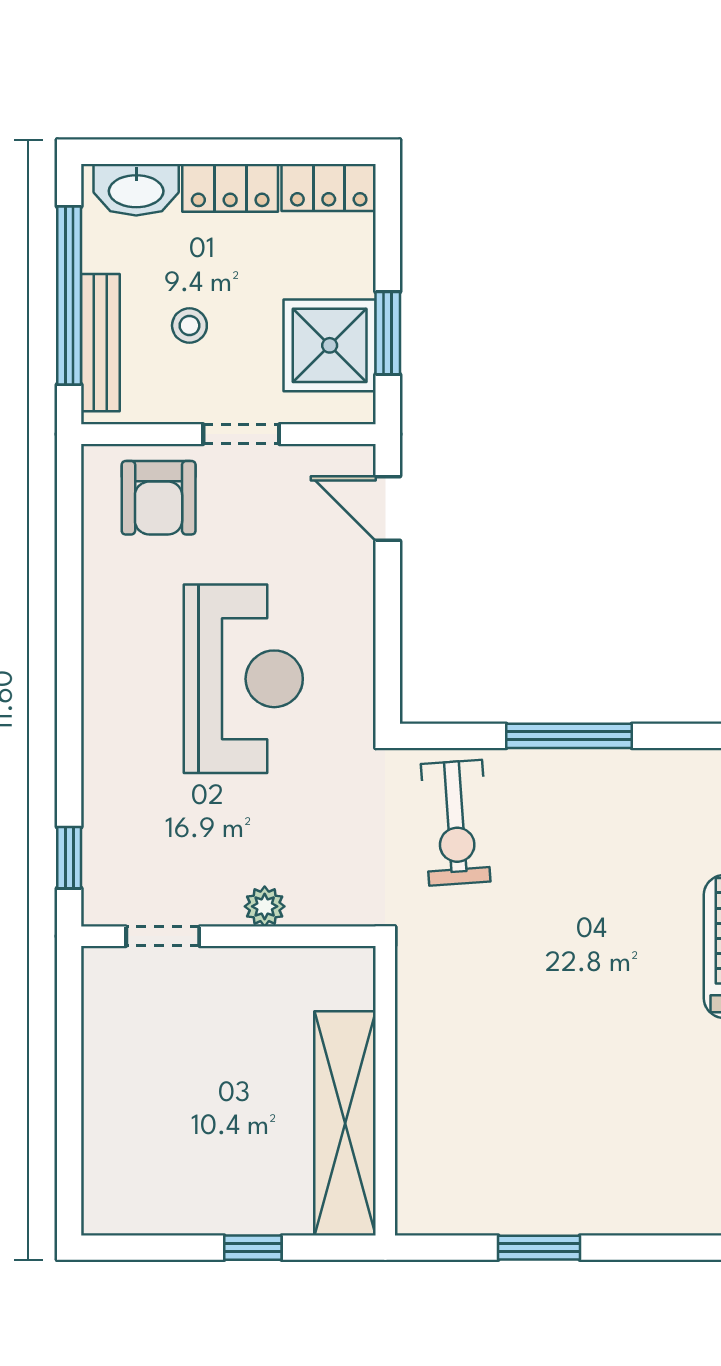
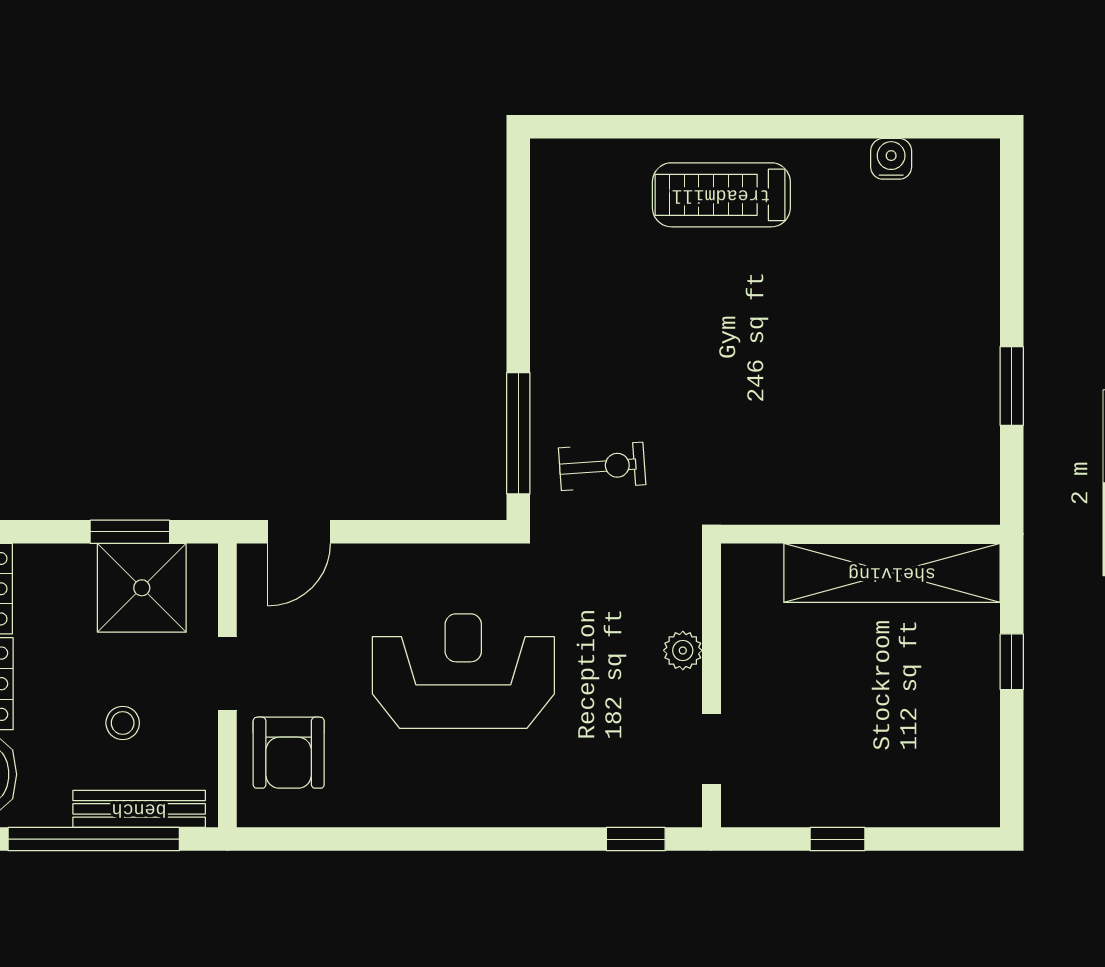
armchair: (159, 498) -> (289, 753), turned 90
window: (569, 736) -> (518, 433), moved
exercise bike: (456, 823) -> (602, 466), width x0.73, depth x0.72
window: (69, 1067) -> (837, 839), added

